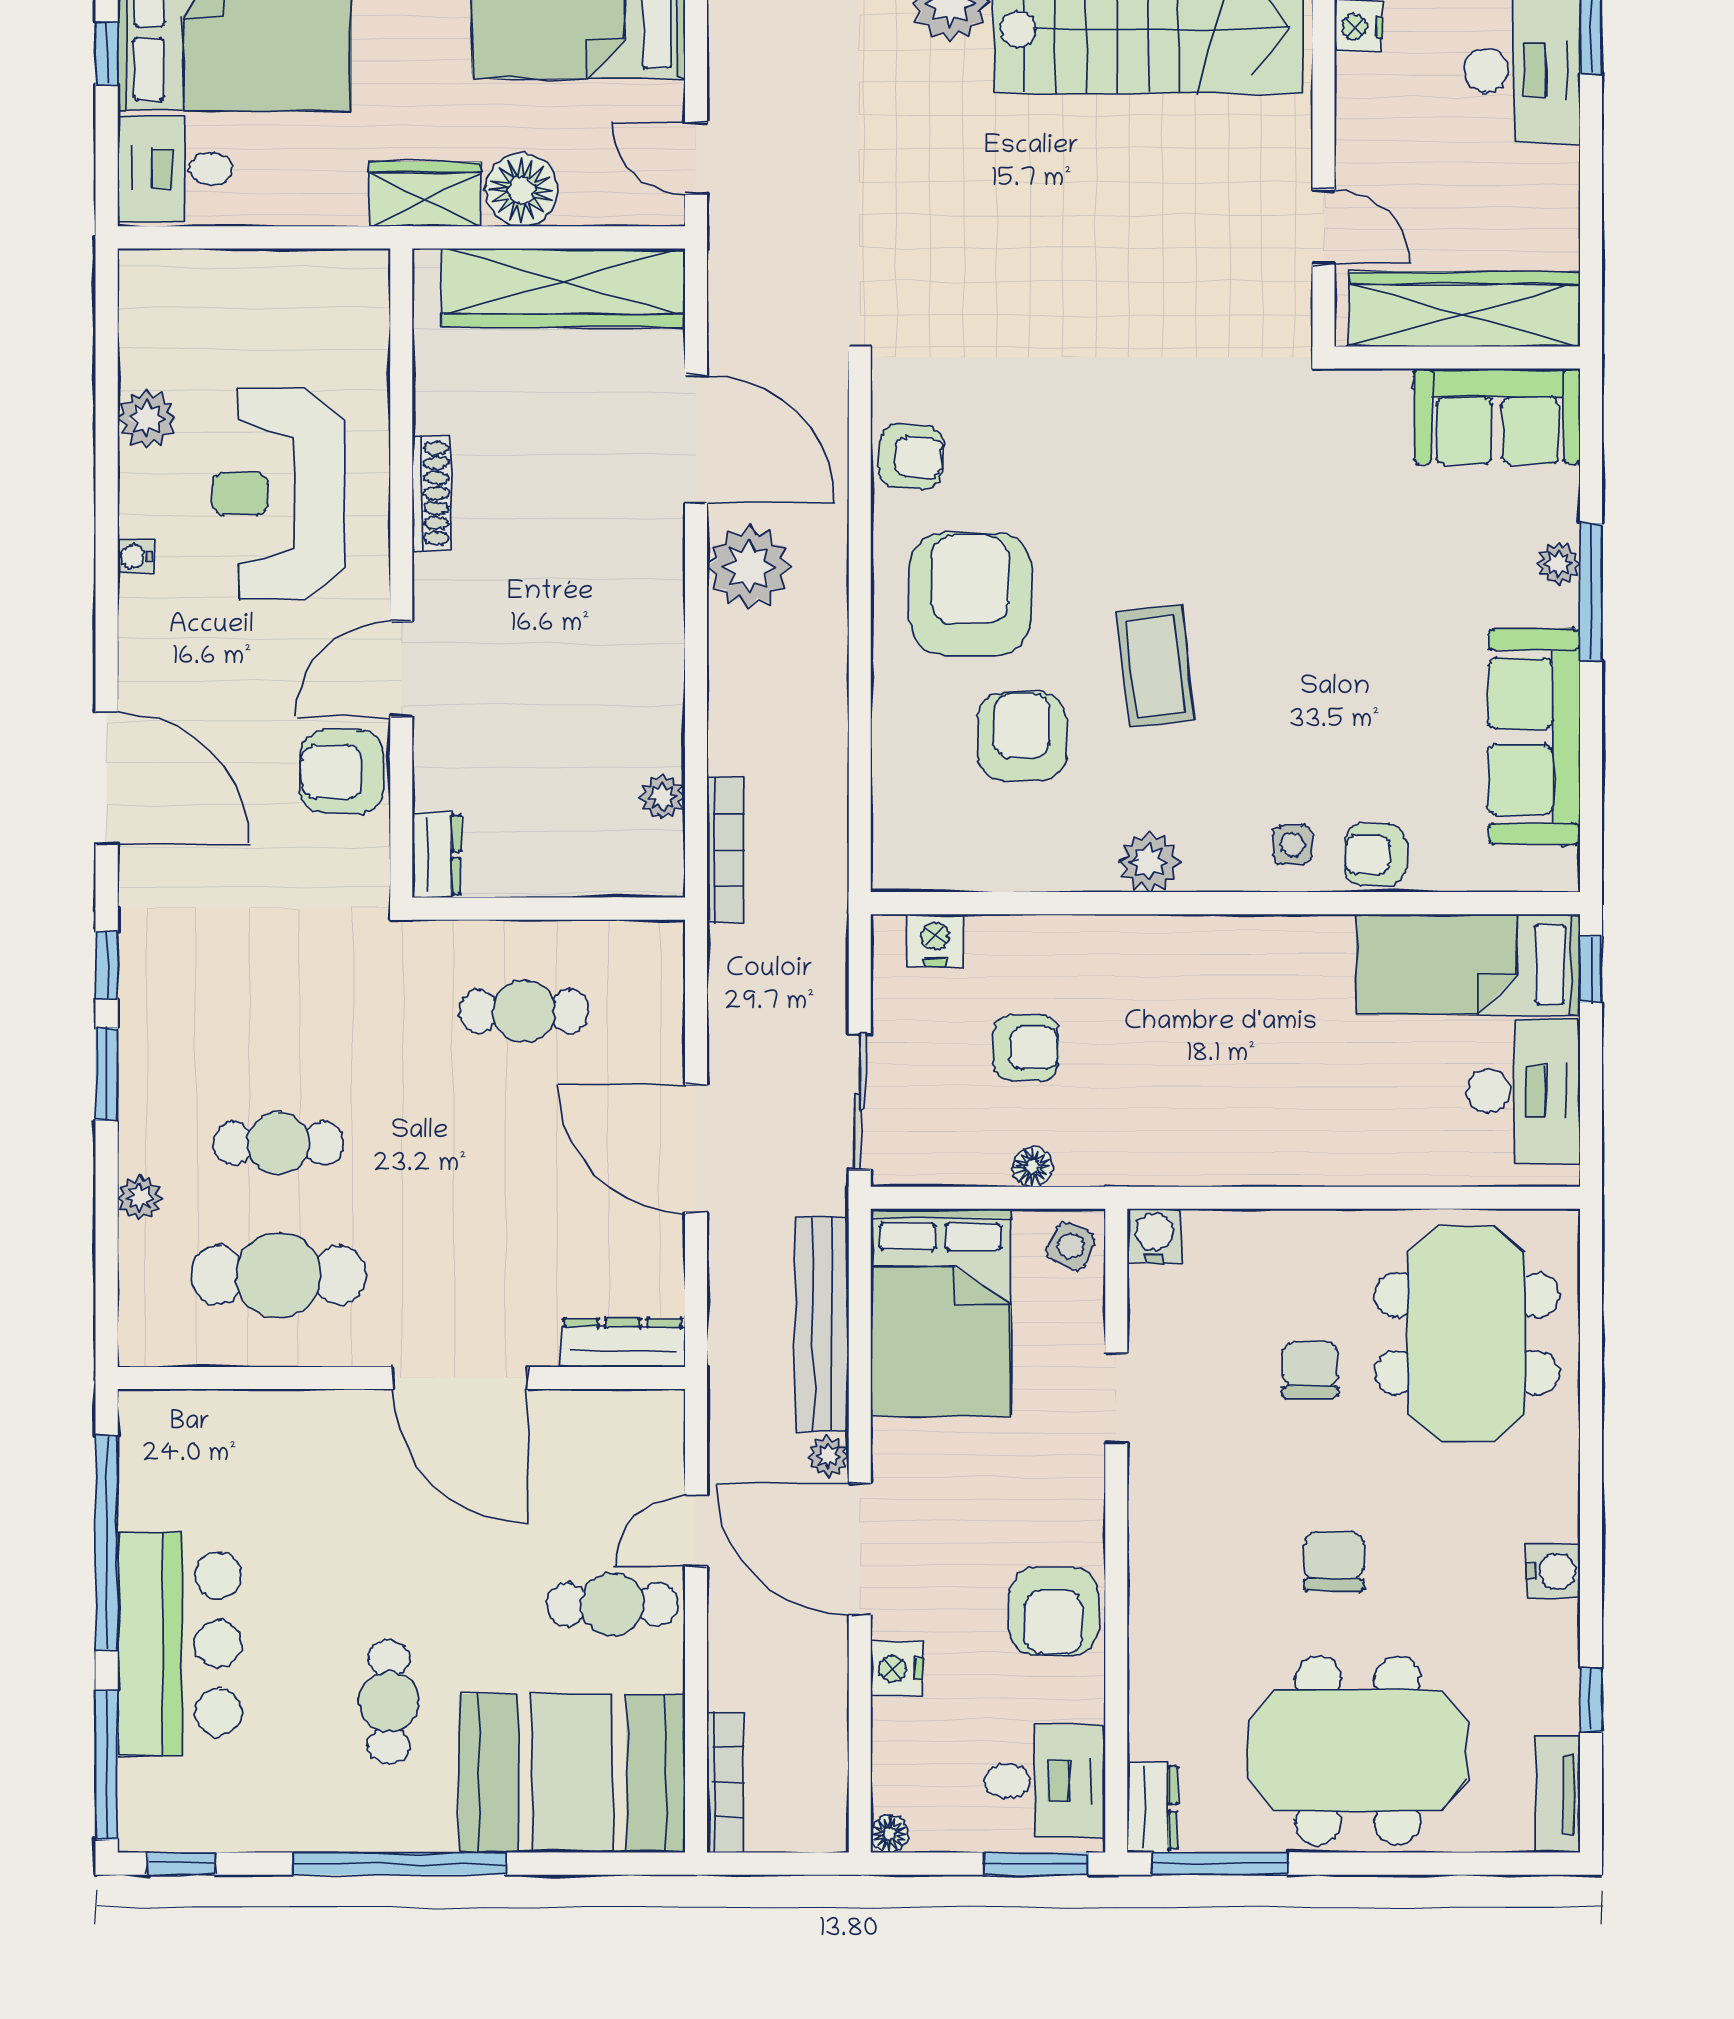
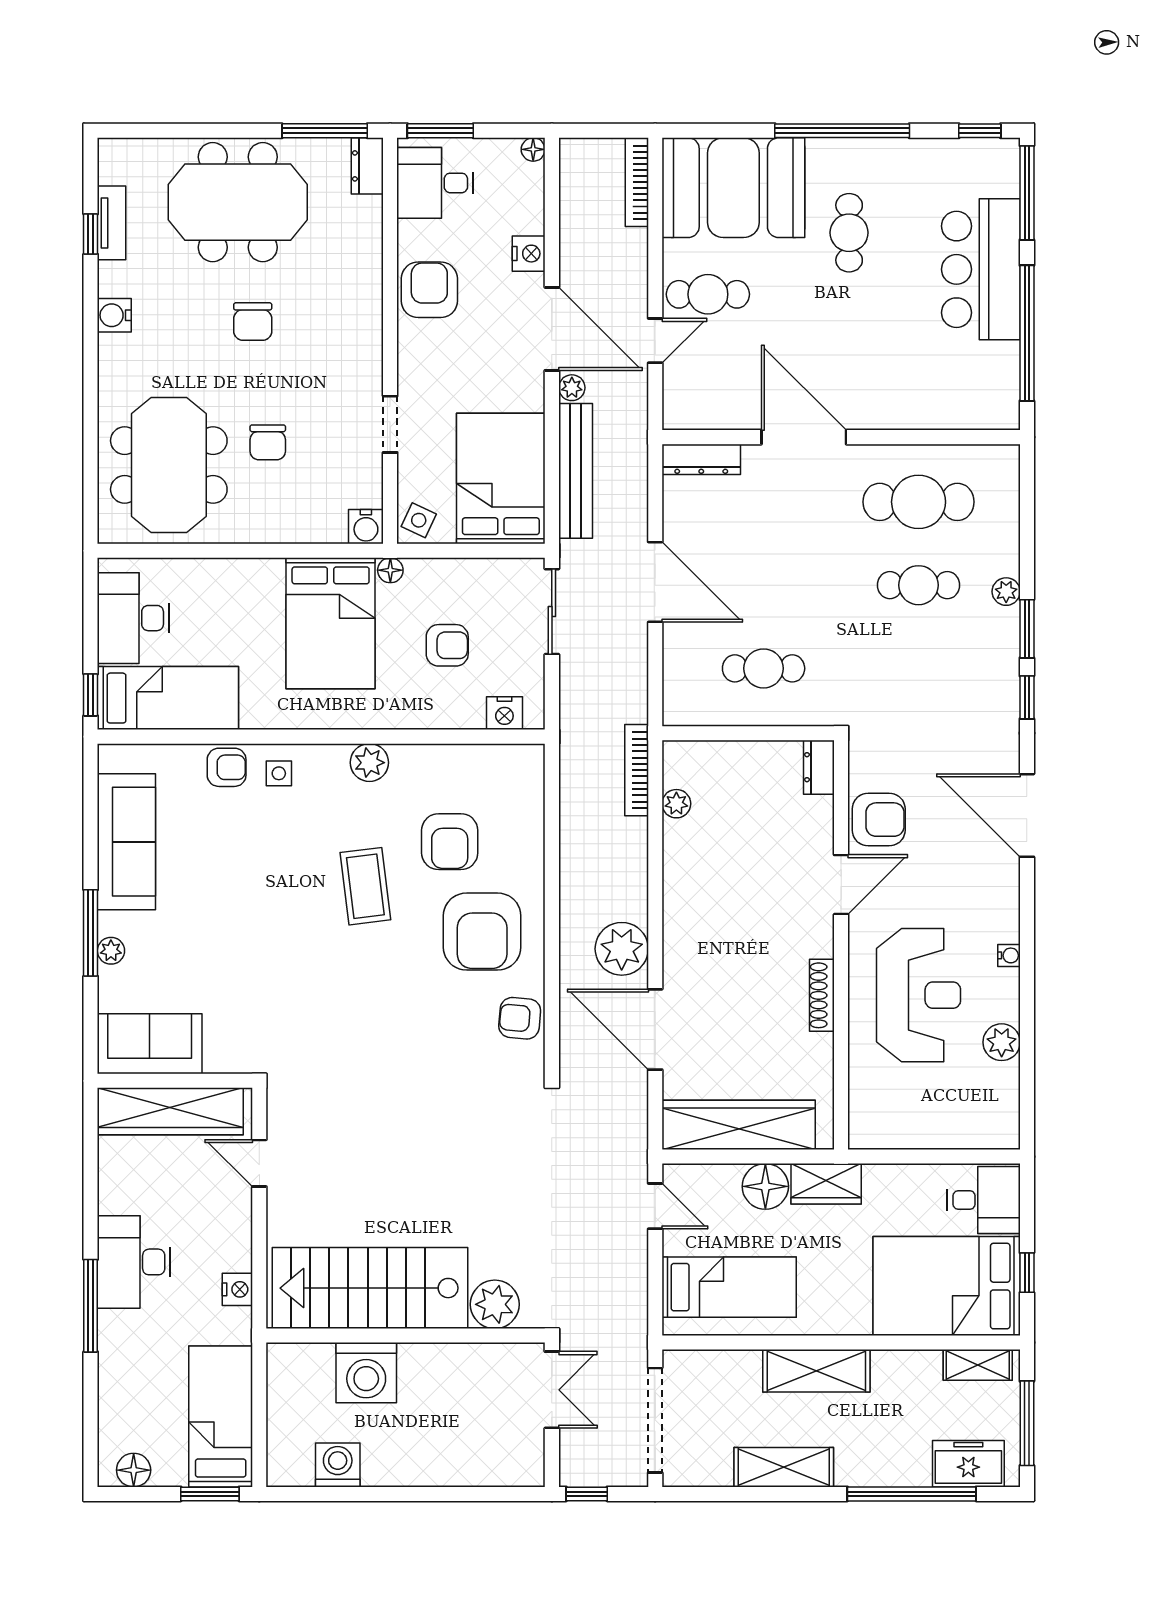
armchair: (1026, 1048) -> (447, 645), turned 180
bed: (1211, 1083) -> (331, 623), added
floor lamp: (1033, 1167) -> (390, 570), moved
plant: (140, 1198) -> (1006, 592), moved
tv unit: (1558, 1794) -> (112, 223), moved

